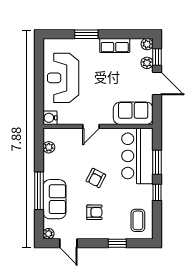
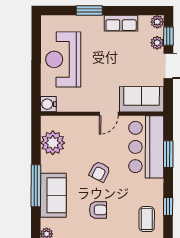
door: (91, 126) -> (109, 114), moved
plant: (49, 147) -> (53, 143), width x1.88, depth x1.88
window: (157, 192) -> (168, 206), moved

